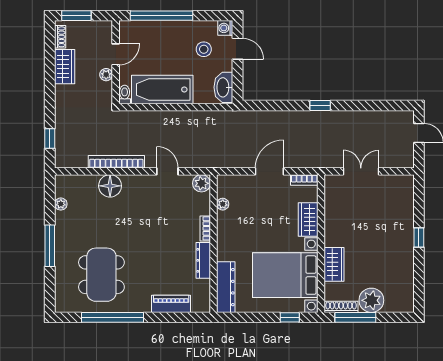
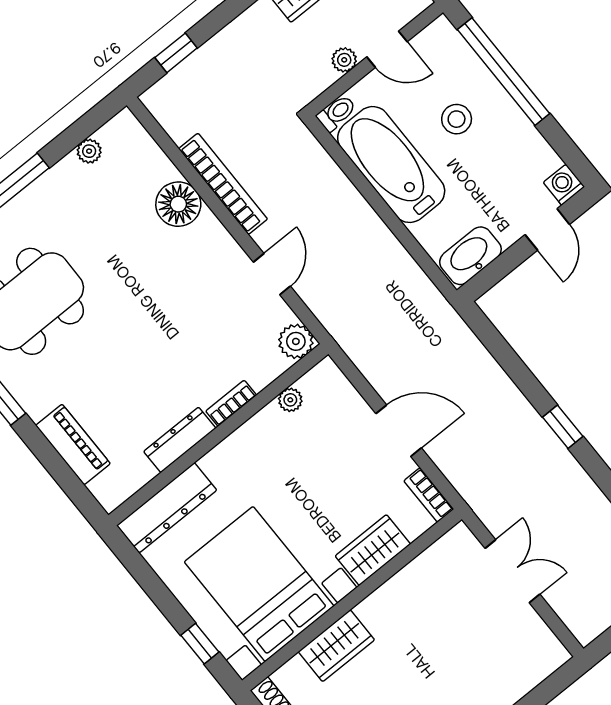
stool: (204, 49) -> (457, 119), moved

